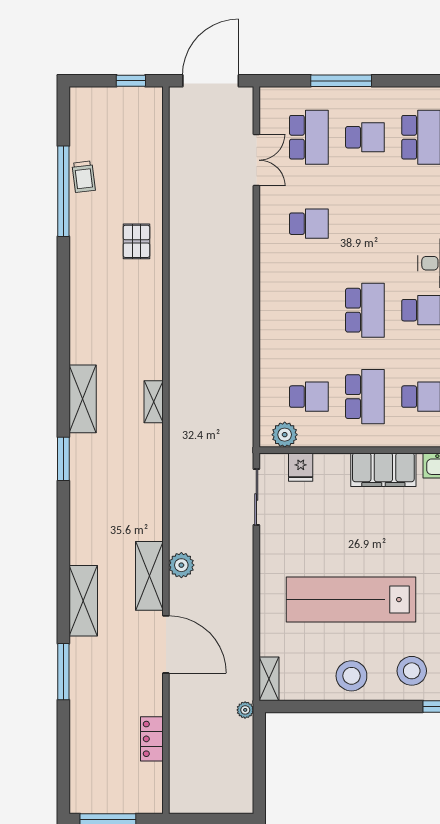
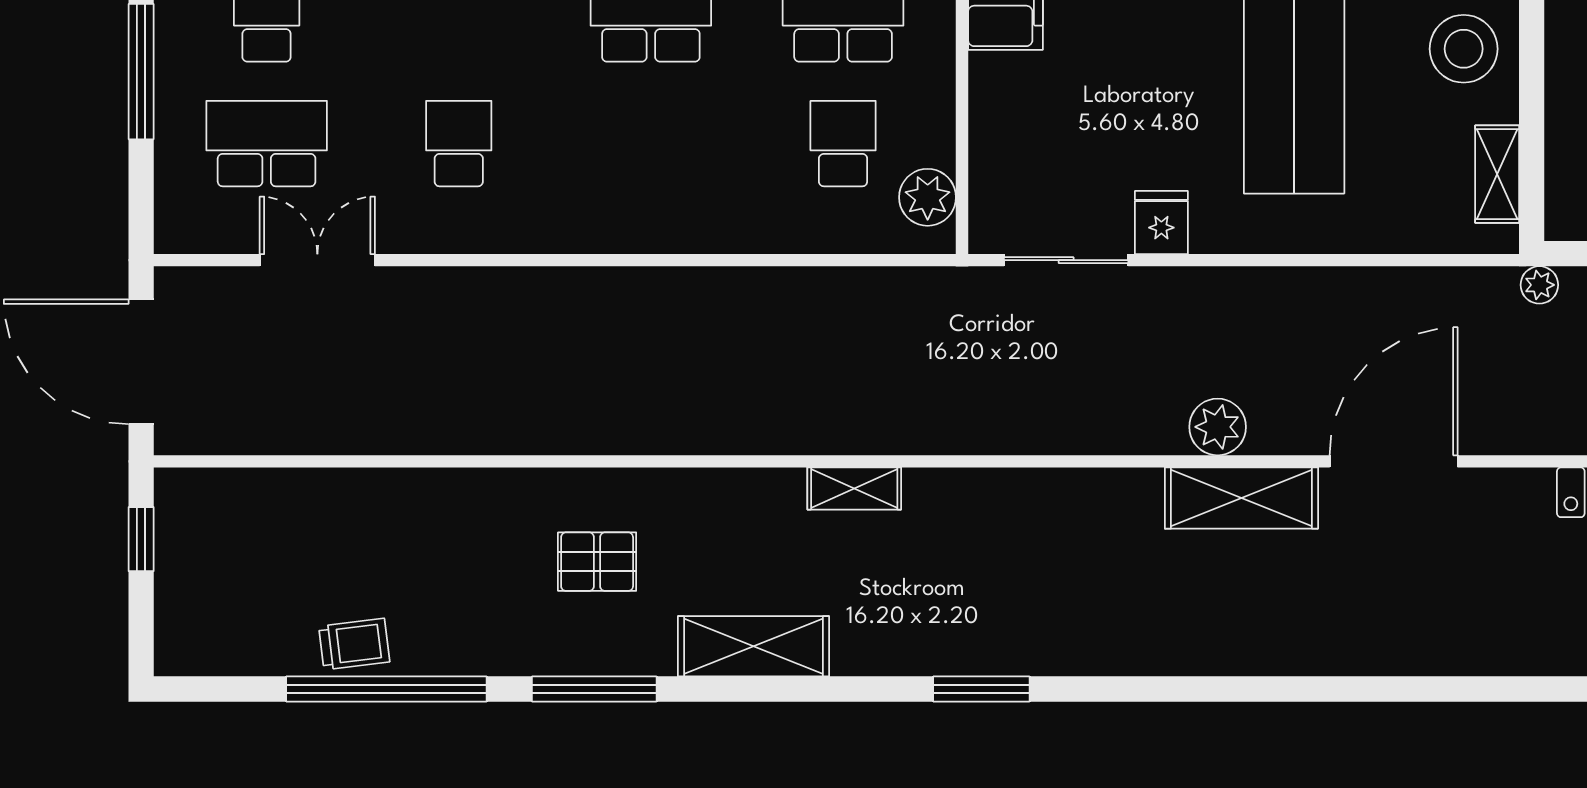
pallet: (136, 241) -> (597, 562), moved
shelving: (83, 399) -> (754, 646), moved
fridge: (301, 467) -> (1161, 223), moved, turned -90
shelving: (83, 601) -> (1297, 645), removed
window: (63, 672) -> (594, 689), moved
shelving: (269, 679) -> (1497, 174), moved, turned 90

